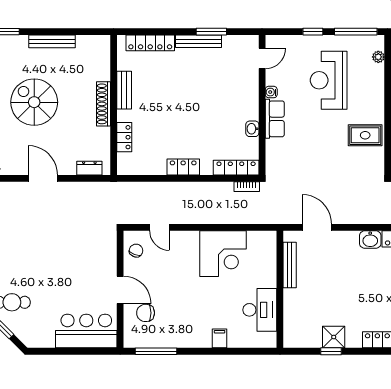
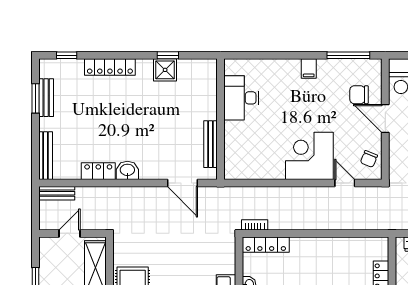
locker: (183, 167) -> (320, 245), removed
corner desk: (223, 254) -> (309, 156), moved
chair: (146, 313) -> (359, 95), turned 180
filing cabinet: (220, 338) -> (309, 68), moved

